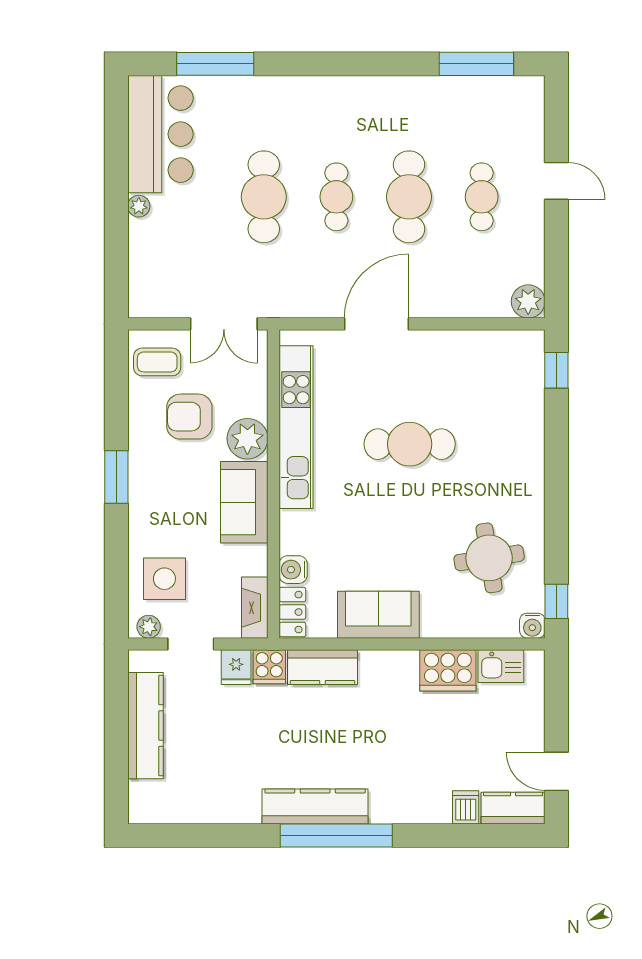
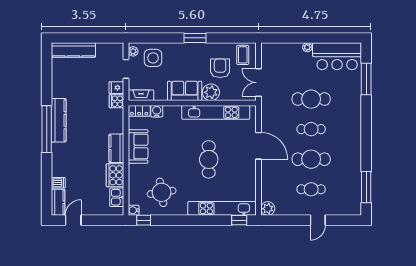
kitchen unit: (528, 412) -> (222, 208), added
kitchen counter: (322, 667) -> (116, 148), moved
kitchen counter: (146, 726) -> (73, 50), moved

